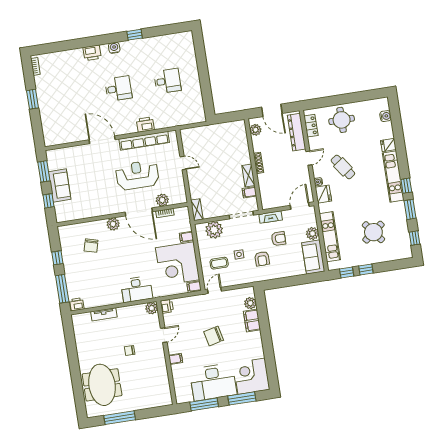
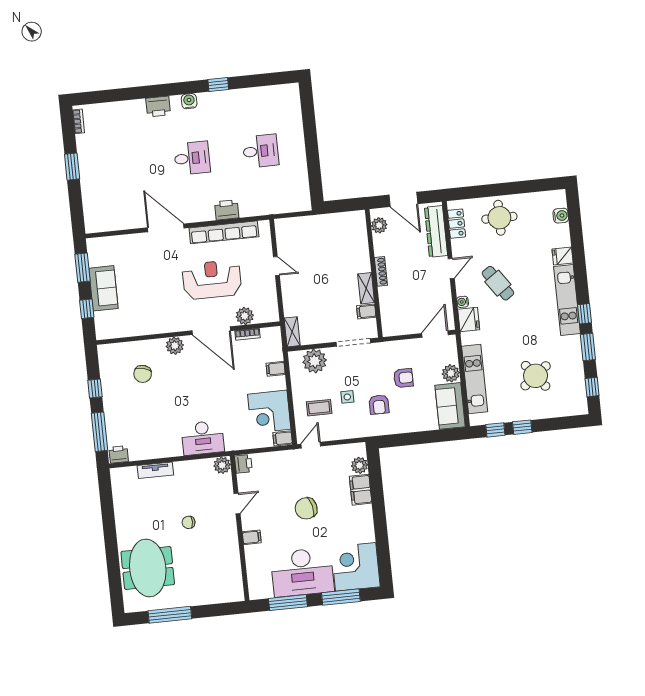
fireplace: (271, 217) -> (394, 347), removed
corner desk: (178, 264) -> (269, 412), width x0.74, depth x0.74

